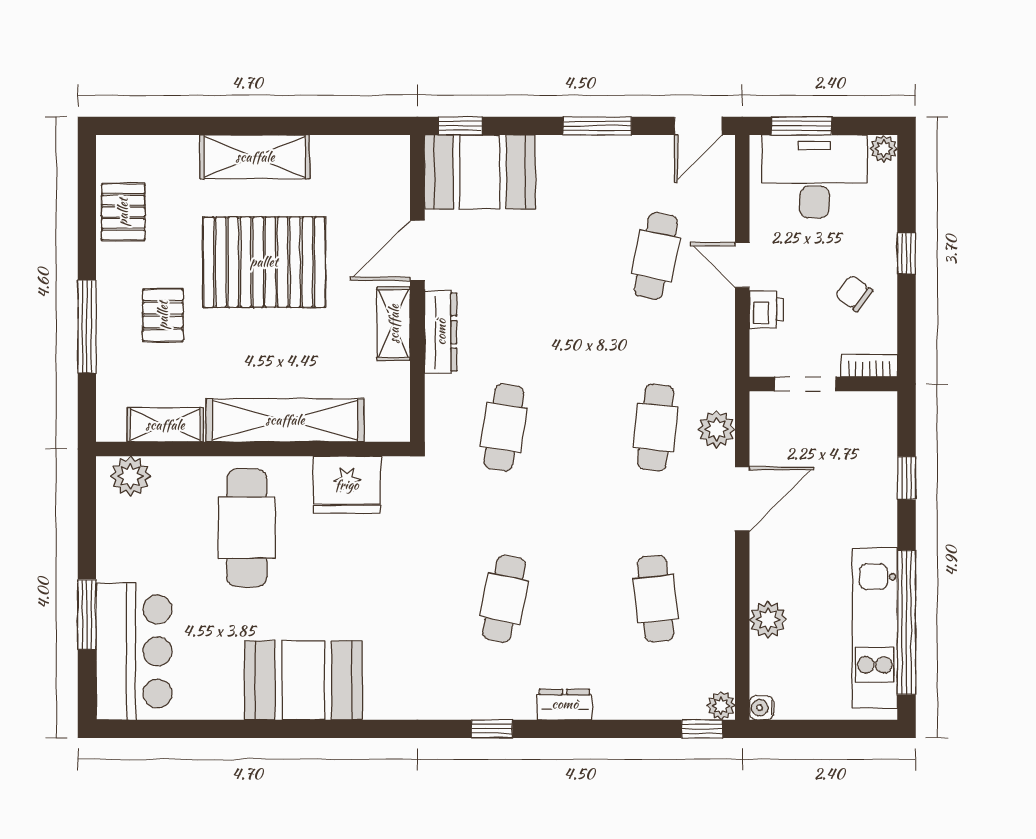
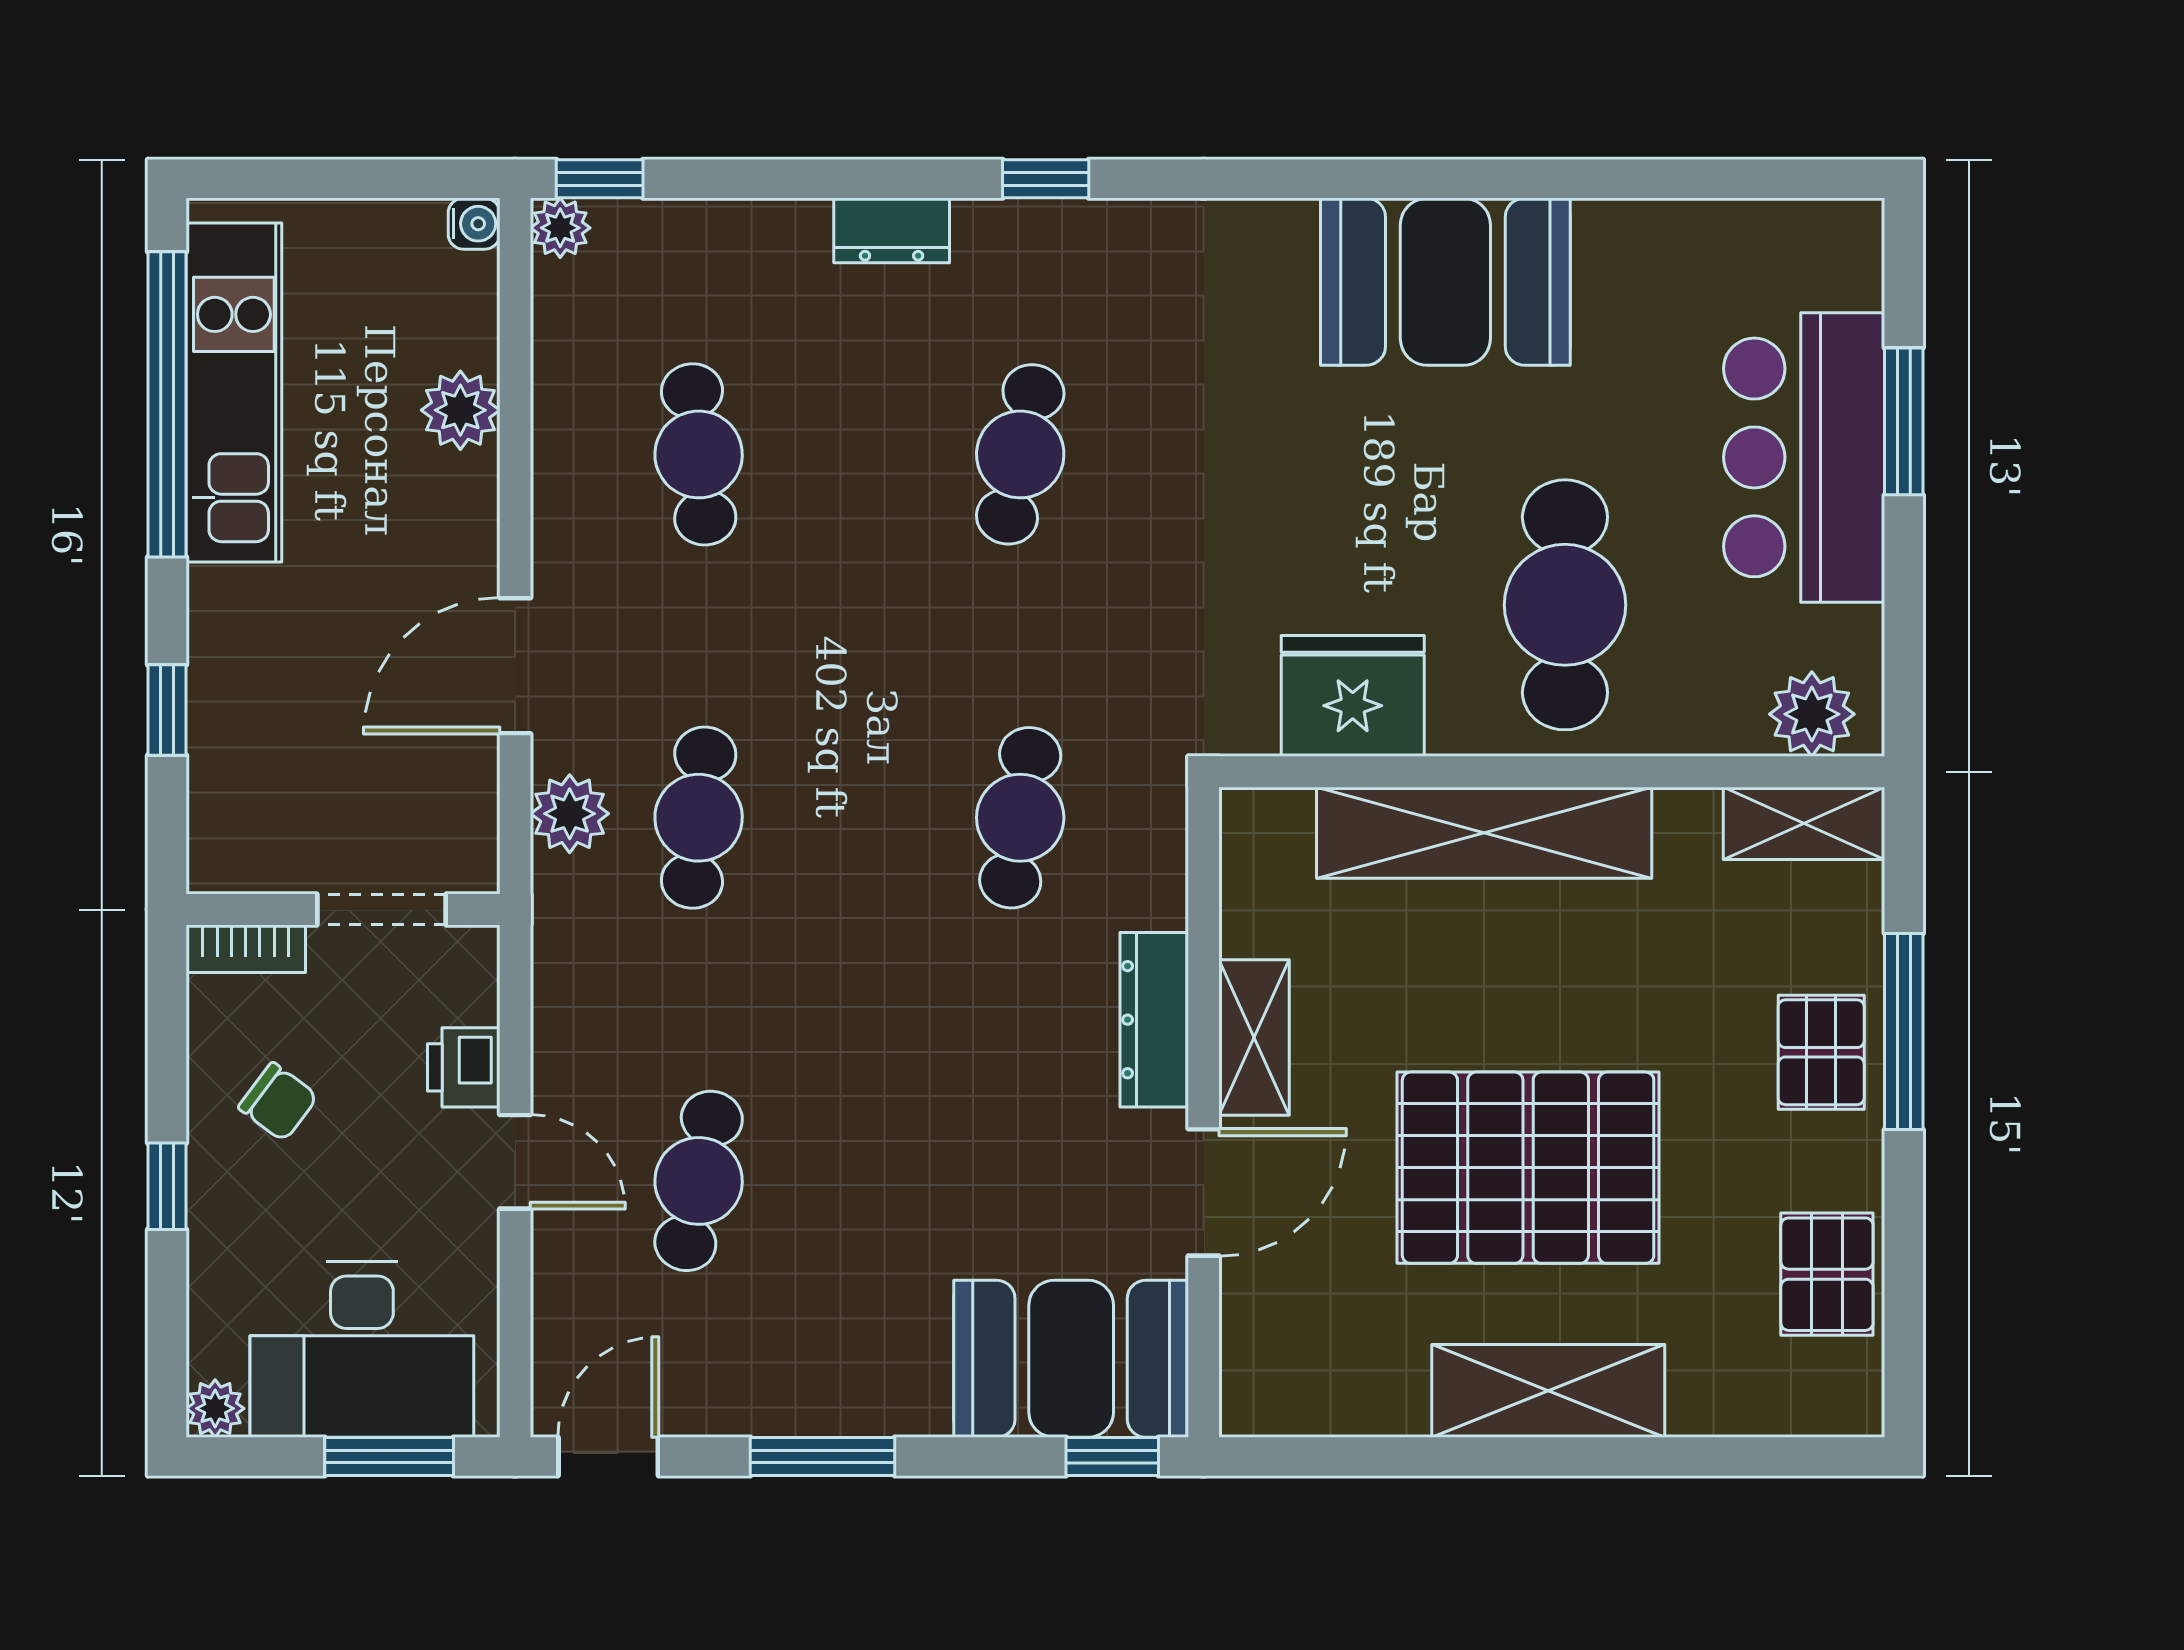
pallet: (163, 315) -> (1821, 1052), moved
shelving: (165, 425) -> (1804, 823), moved
bar counter: (134, 651) -> (1804, 457), moved

